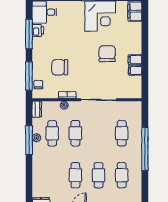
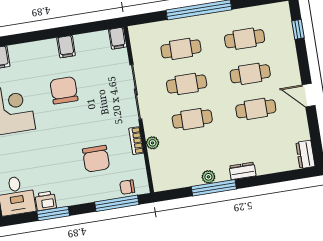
window: (29, 34) -> (53, 213), width x0.69
chair: (107, 54) -> (64, 90), turned 90
filing cabinet: (135, 70) -> (118, 38), moved
dresser: (37, 109) -> (243, 171), moved
cafe table: (52, 133) -> (187, 84), moved

